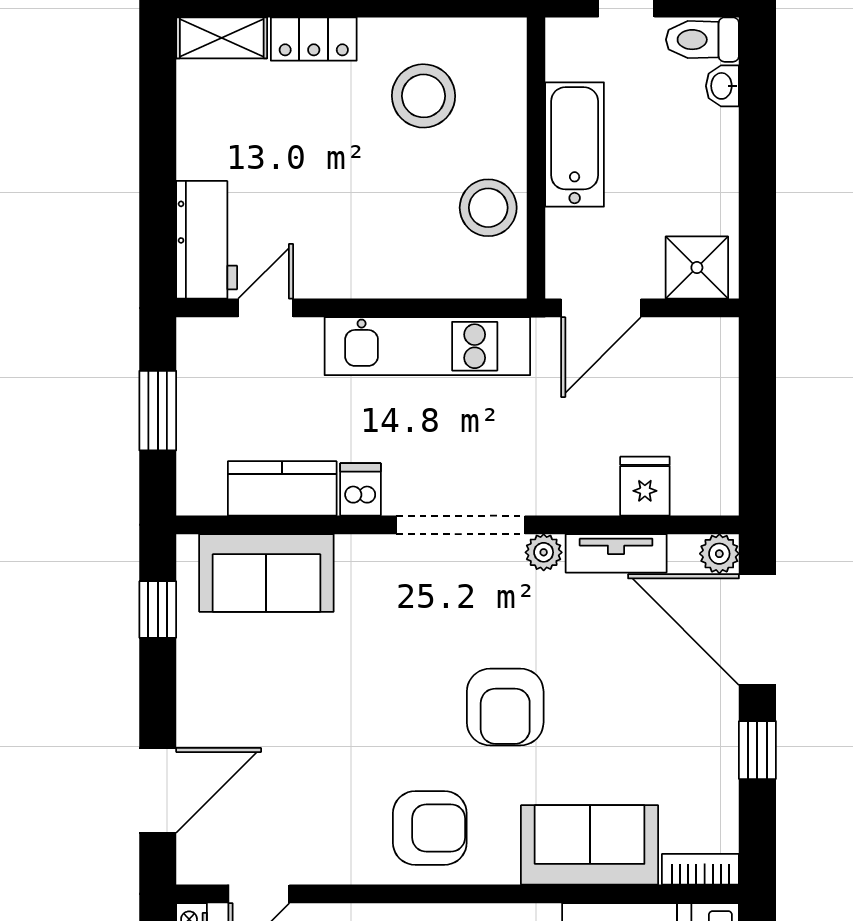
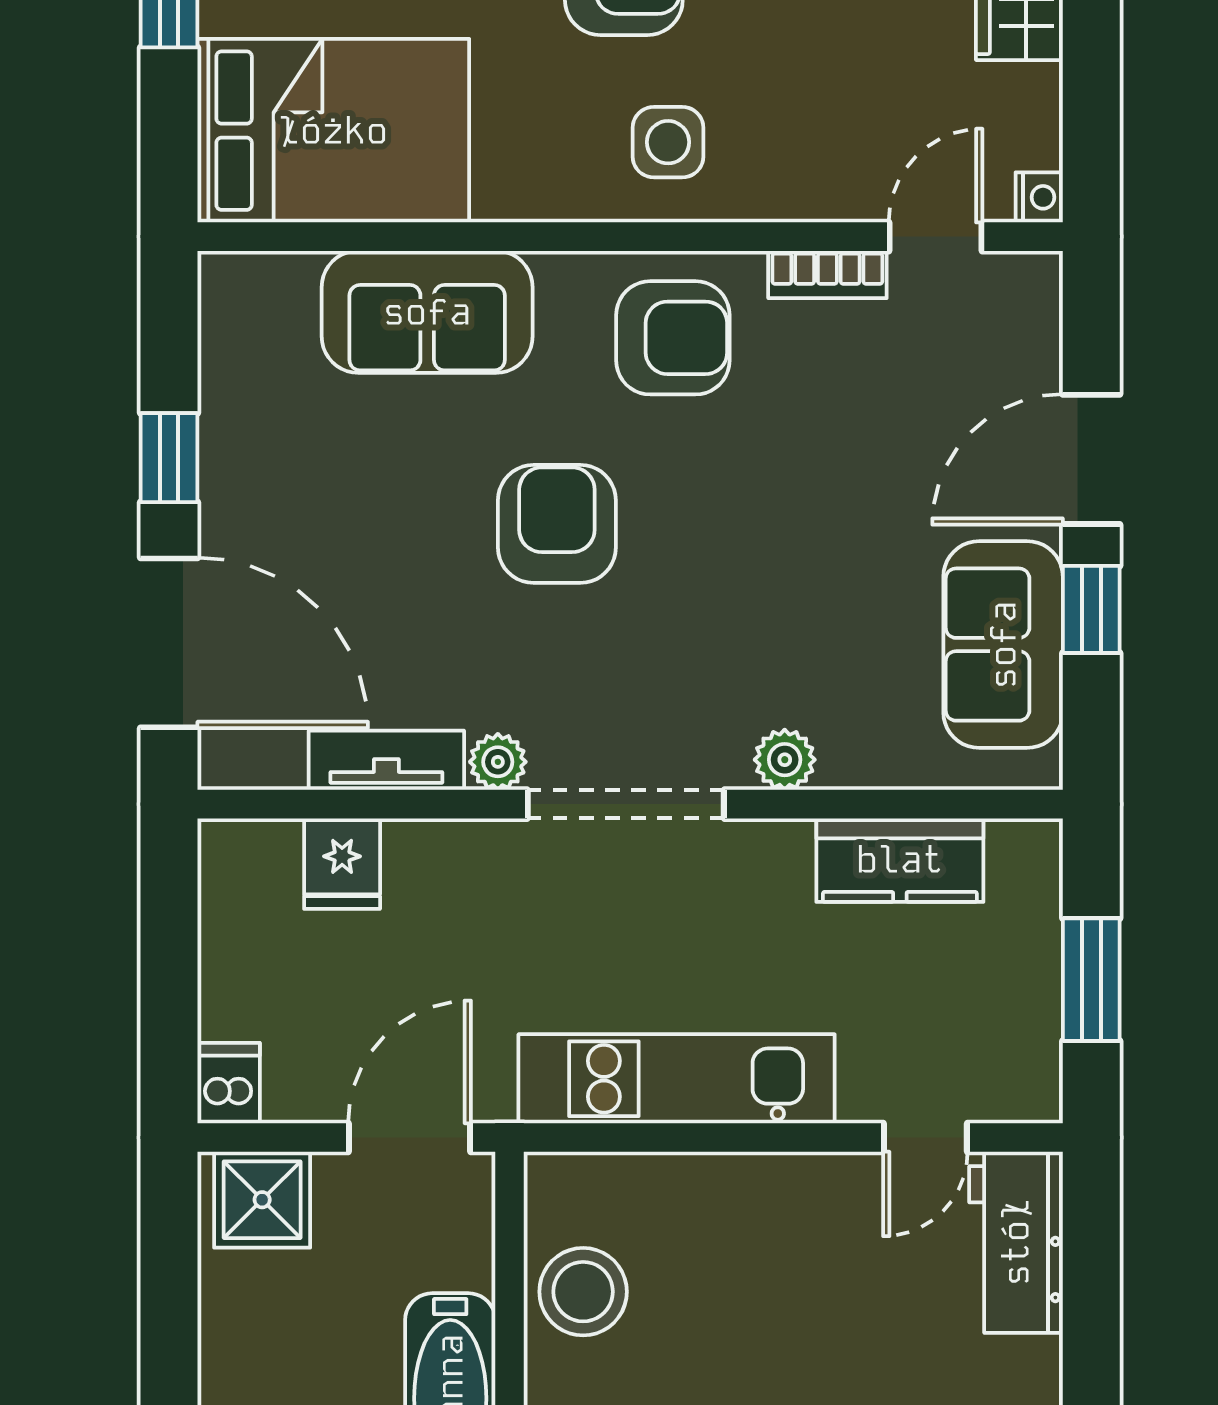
dishwasher: (361, 489) -> (229, 1083), moved, turned 180
plant: (719, 554) -> (785, 760), moved
sofa: (266, 573) -> (1003, 645), moved, turned -90
window: (158, 609) -> (1091, 609), moved
door: (158, 790) -> (1091, 459), moved
armchair: (430, 828) -> (673, 338), turned 180
bookcase: (700, 869) -> (827, 274), moved

